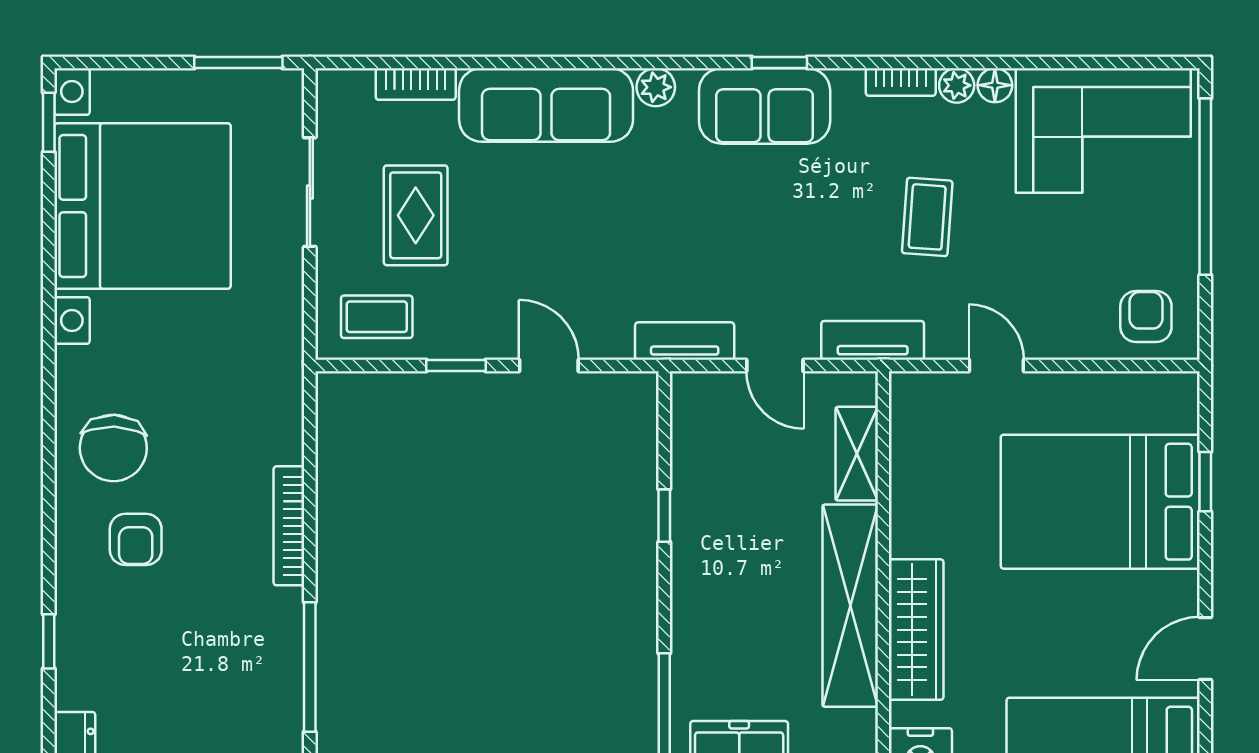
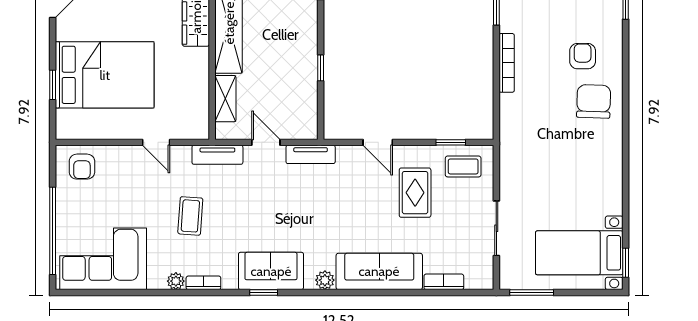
floor lamp: (995, 85) -> (157, 281), removed
bed with nightstands: (142, 206) -> (579, 253), width x0.54
rug: (416, 215) -> (415, 193), moved
window: (456, 366) -> (451, 142), moved

